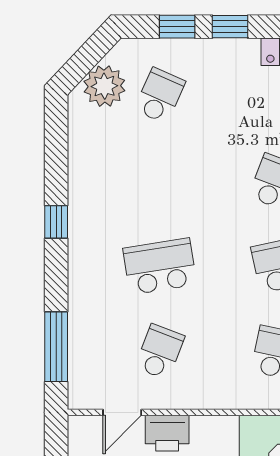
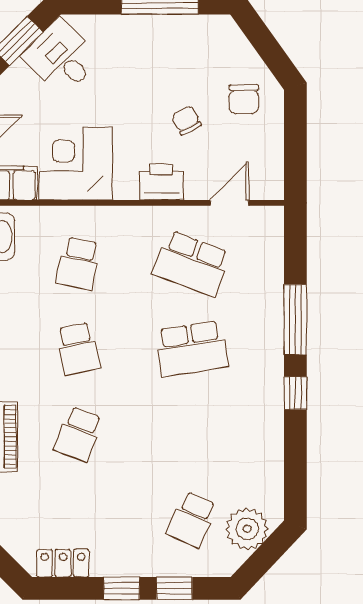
window: (56, 347) -> (295, 320), moved
school desk: (160, 352) -> (192, 263), width x1.85
printer: (167, 433) -> (161, 182), moved

